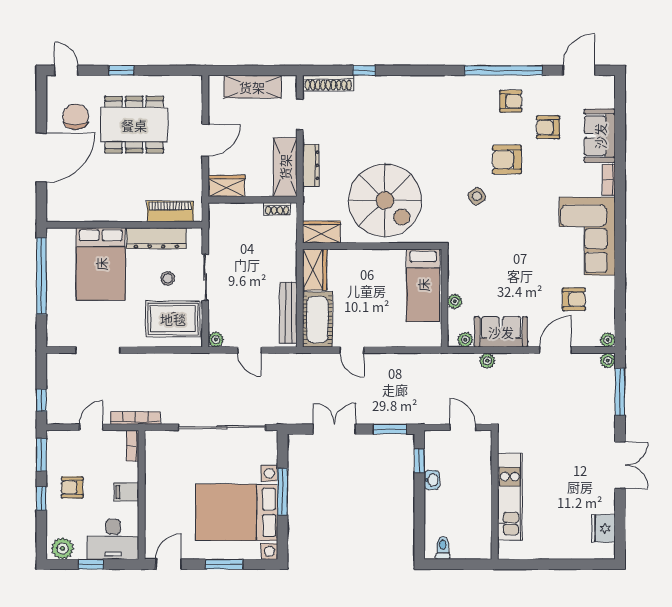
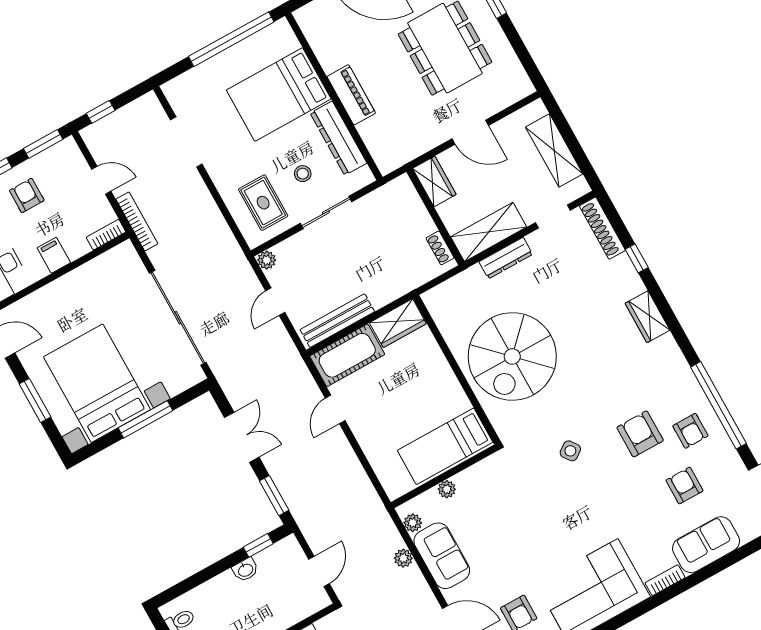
armchair: (507, 160) -> (640, 434), moved
piano: (170, 211) -> (351, 95), moved
wardrobe: (322, 232) -> (647, 317), moved, turned 180
rug: (173, 319) -> (263, 203), width x0.73, depth x0.70

